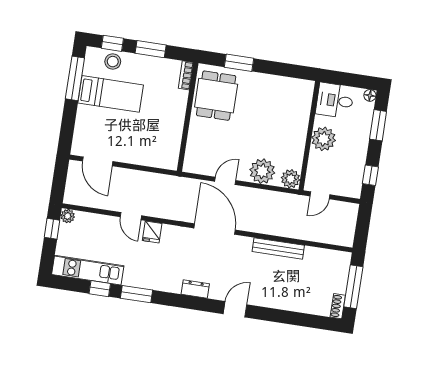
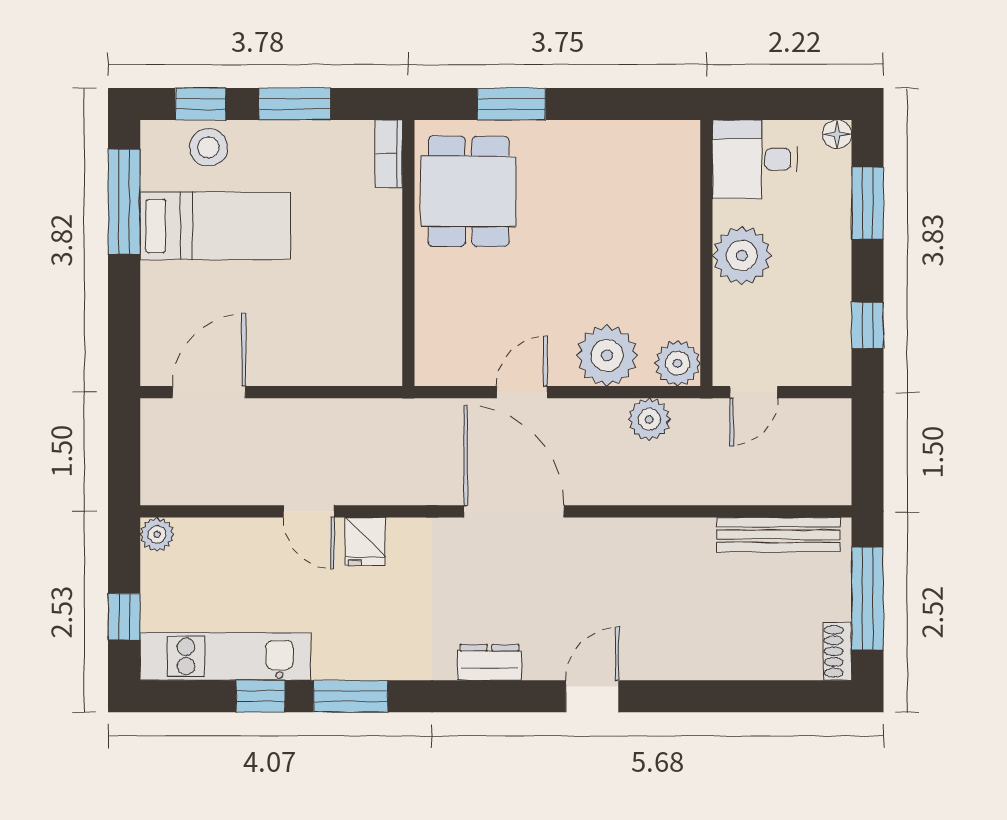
door: (98, 161) -> (209, 392), swing flipped
plant: (276, 200) -> (649, 419), added
window: (52, 229) -> (124, 617), moved
bench: (278, 248) -> (778, 535), moved

